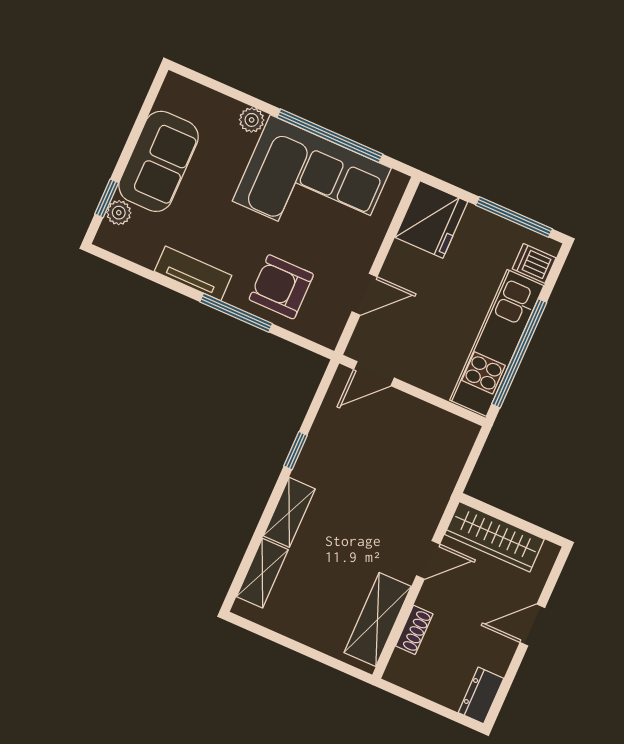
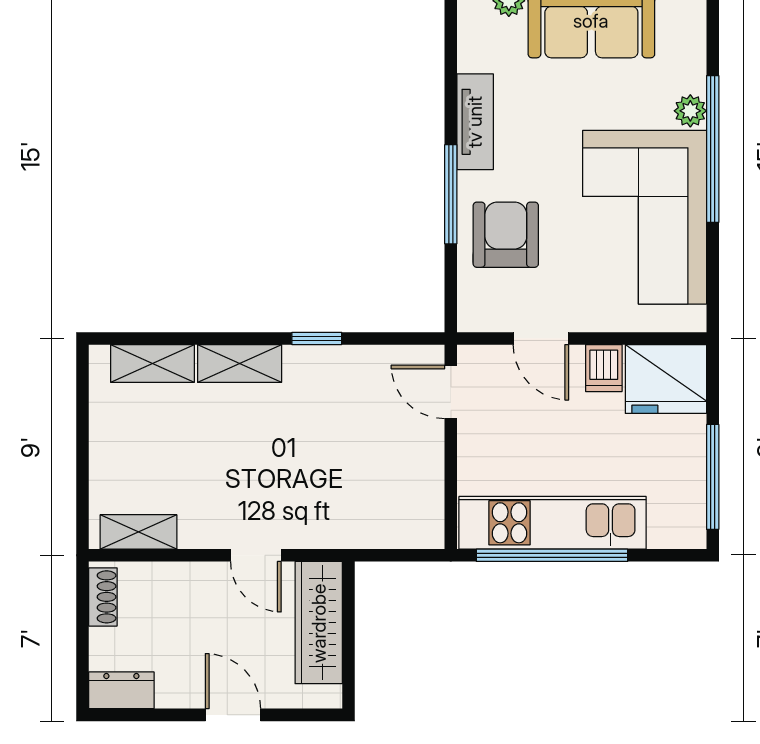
window: (330, 136) -> (713, 149), moved
dishwasher: (534, 263) -> (604, 368), moved, turned 180
shelving: (378, 620) -> (139, 532), width x0.67, depth x0.75
shoe rack: (414, 630) -> (103, 597), moved, turned -90

